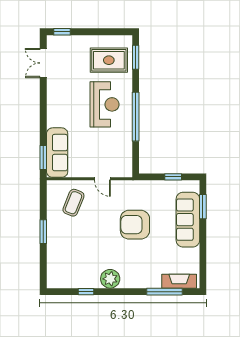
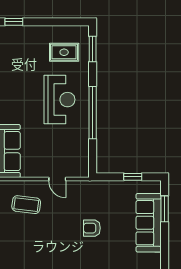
rug: (109, 60) -> (64, 52), width x0.73, depth x0.70
coffee table: (73, 203) -> (26, 205), turned 75
armchair: (135, 225) -> (92, 228), width x0.53, depth x0.53

